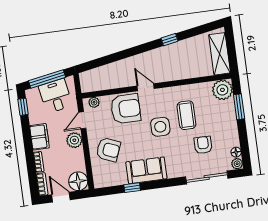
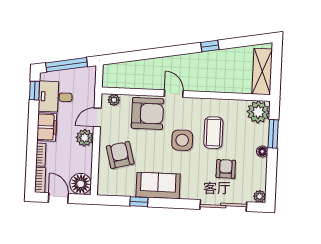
desk: (56, 96) -> (55, 97), moved, turned -80
armchair: (108, 150) -> (120, 155), turned -127
floor lamp: (236, 152) -> (262, 151), moved

